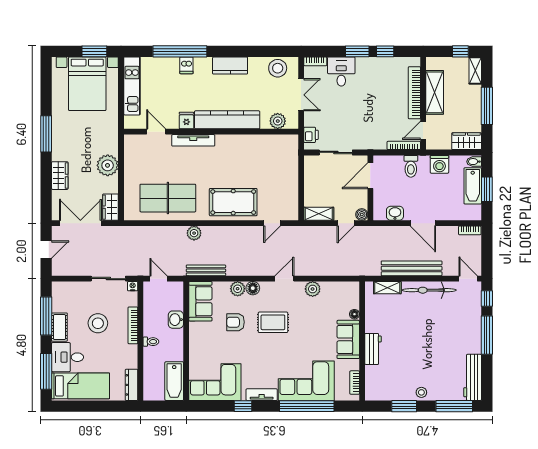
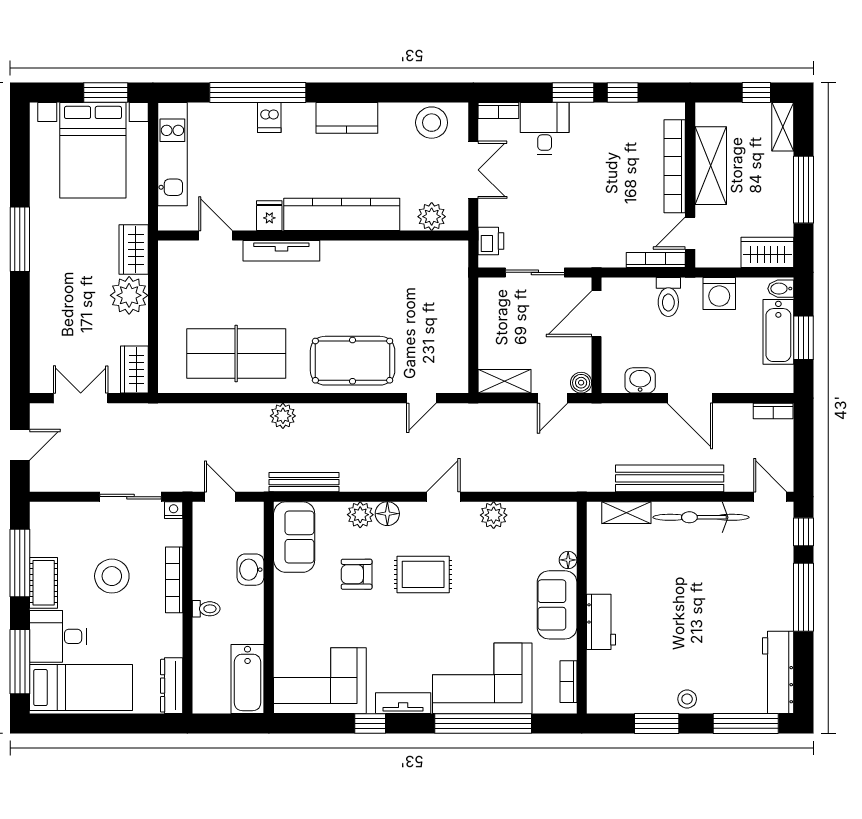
wardrobe: (60, 176) -> (134, 250), moved, turned 180
double door: (80, 223) -> (81, 398), width x0.73

